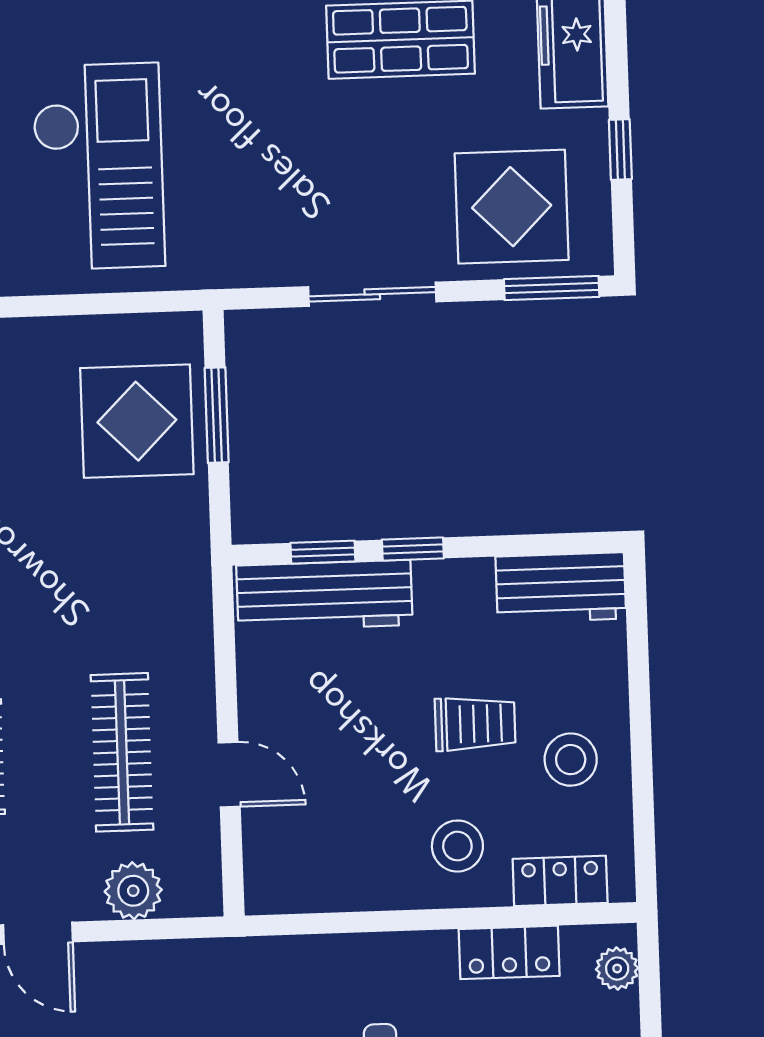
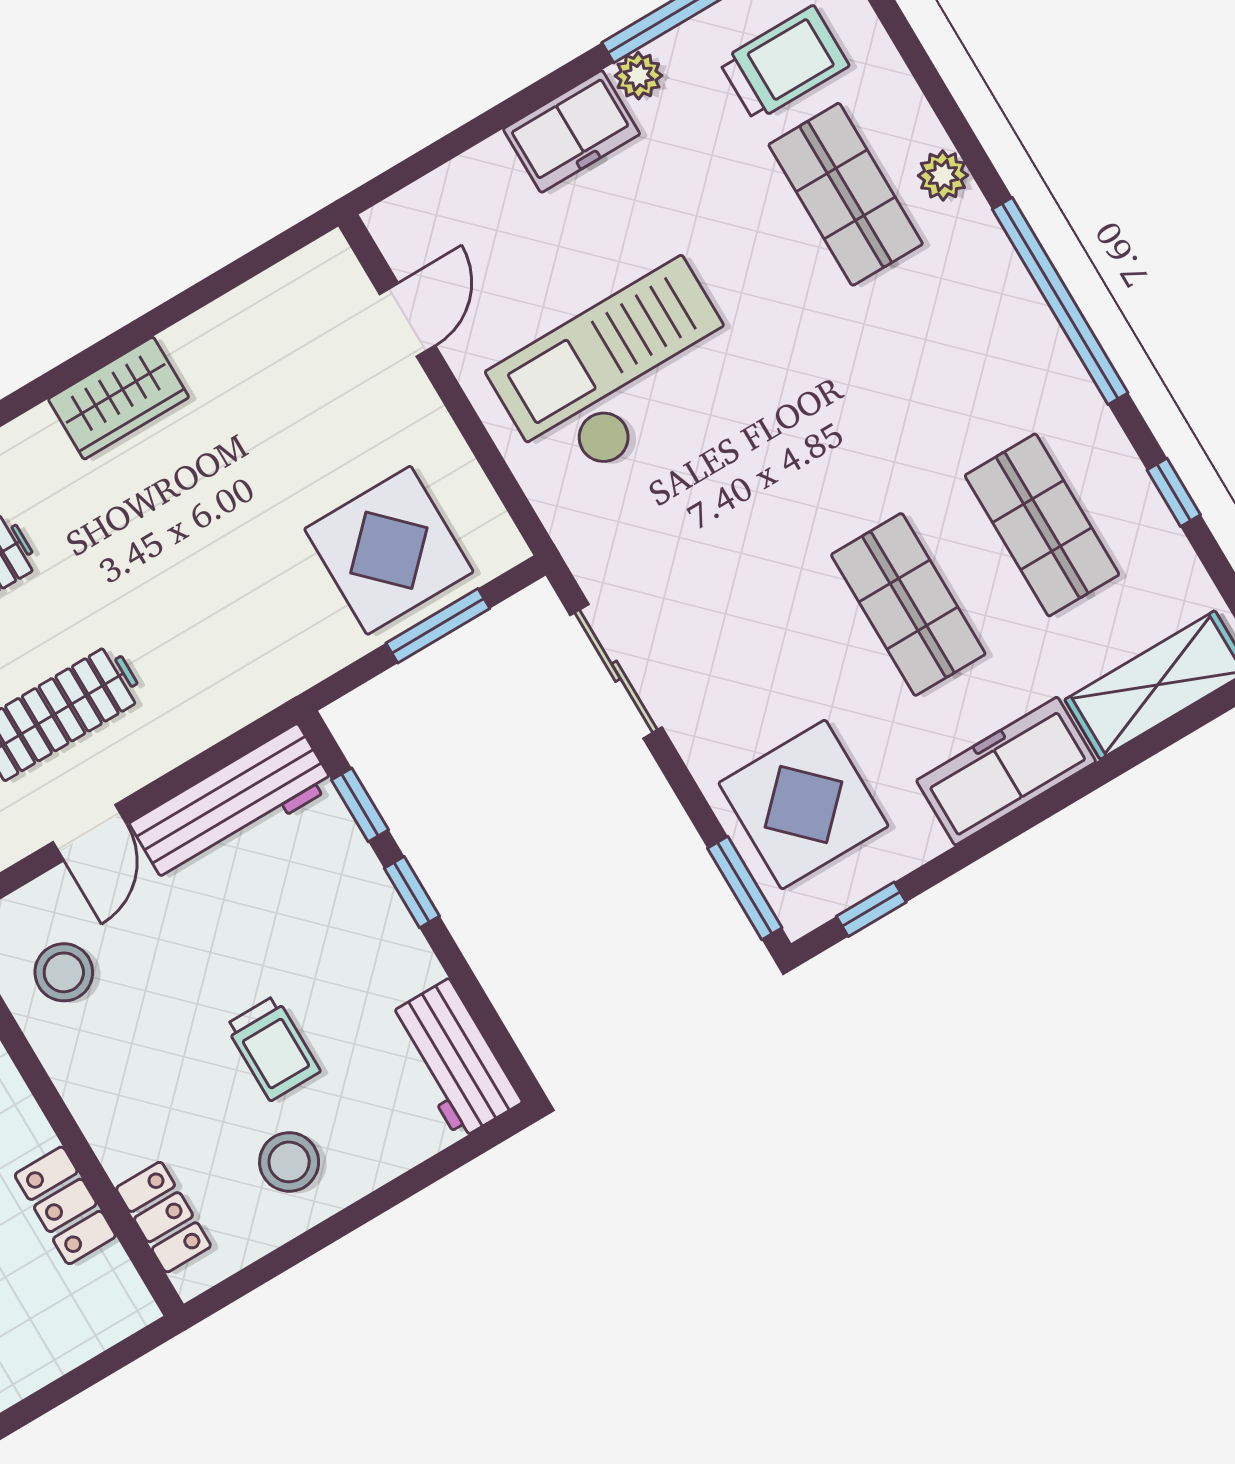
window: (620, 150) -> (871, 909), moved
checkout: (98, 166) -> (620, 374), turned 180
sliding door: (372, 294) -> (616, 671), moved
workbench: (324, 595) -> (232, 805), moved, turned -90
stool: (457, 846) -> (64, 972), moved
plant: (617, 969) -> (108, 1321), removed

